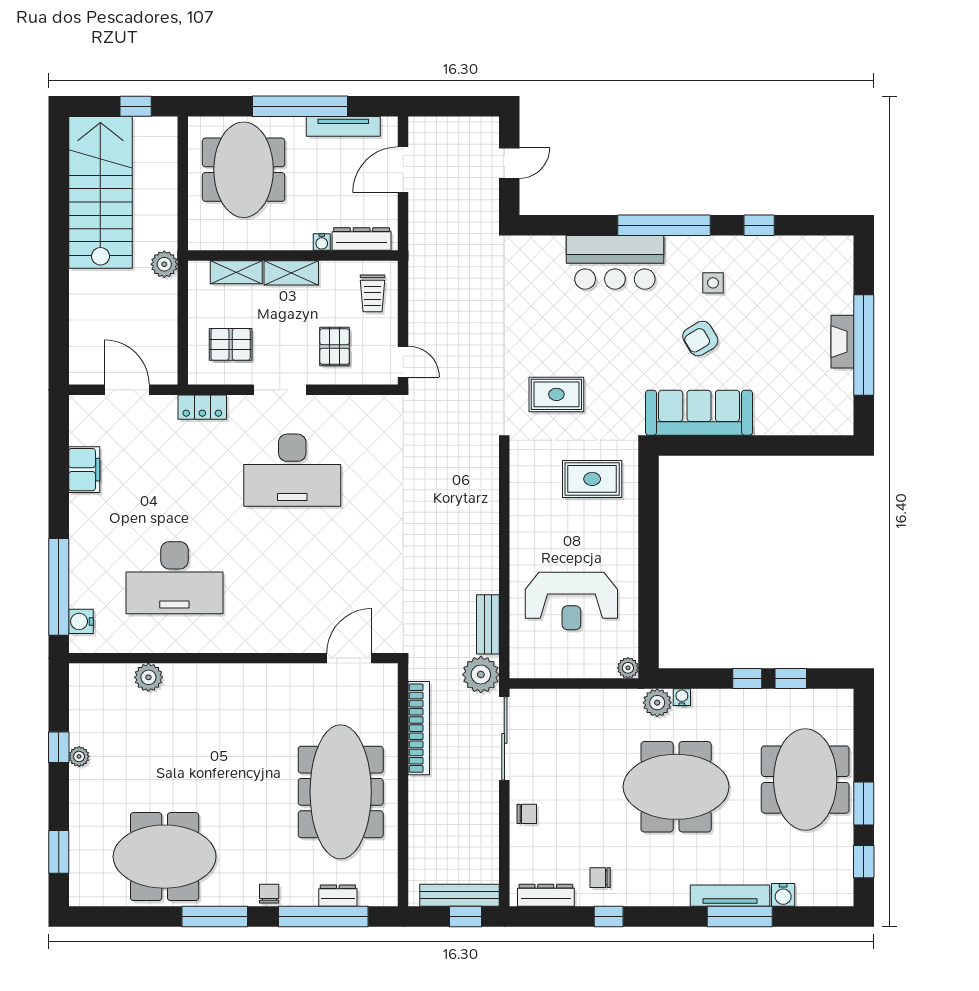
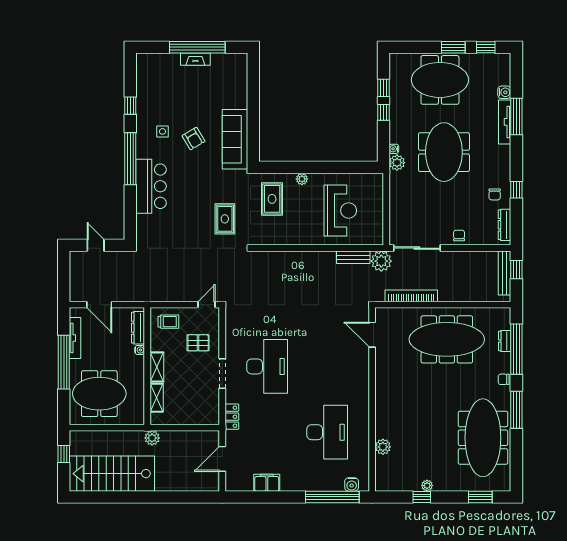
pallet: (231, 344) -> (197, 401), removed
plant: (628, 668) -> (302, 179), moved
meeting table: (165, 857) -> (483, 438), width x1.36

